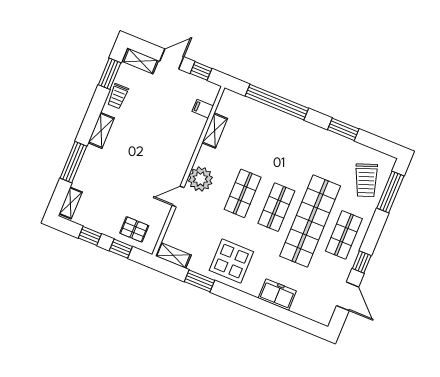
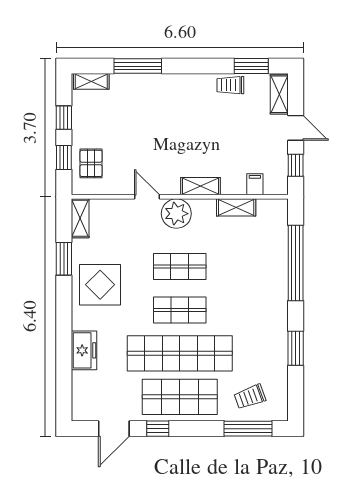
shelving: (101, 130) -> (201, 186), moved
trolley: (366, 180) -> (250, 397), width x0.73, depth x0.72
shop shelf: (344, 235) -> (180, 397), width x1.43, depth x1.36

